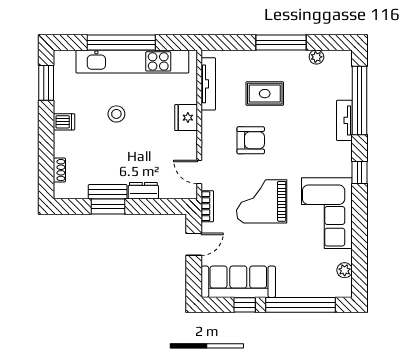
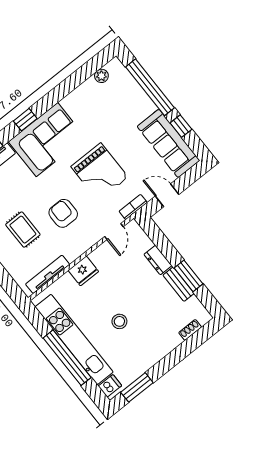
dishwasher: (64, 122) -> (110, 386), moved, turned 90
corner sofa: (327, 213) -> (47, 140), moved

